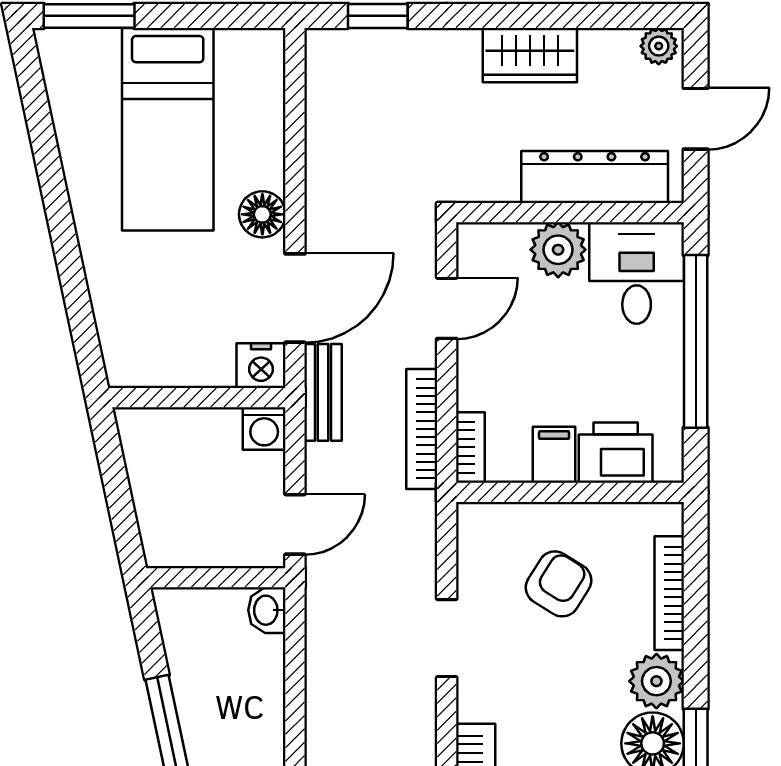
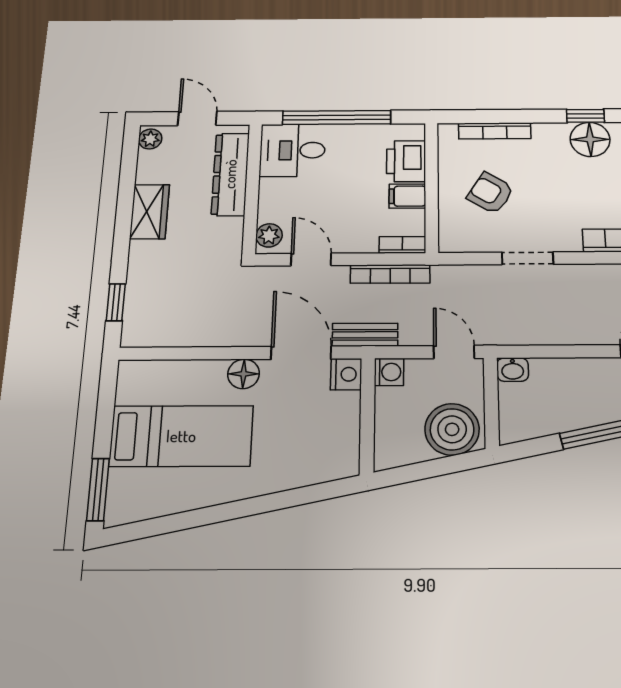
plant: (558, 250) -> (269, 235), moved, width x0.73, depth x0.73
boiler: (176, 520) -> (452, 429), added
plant: (656, 681) -> (551, 138), removed

